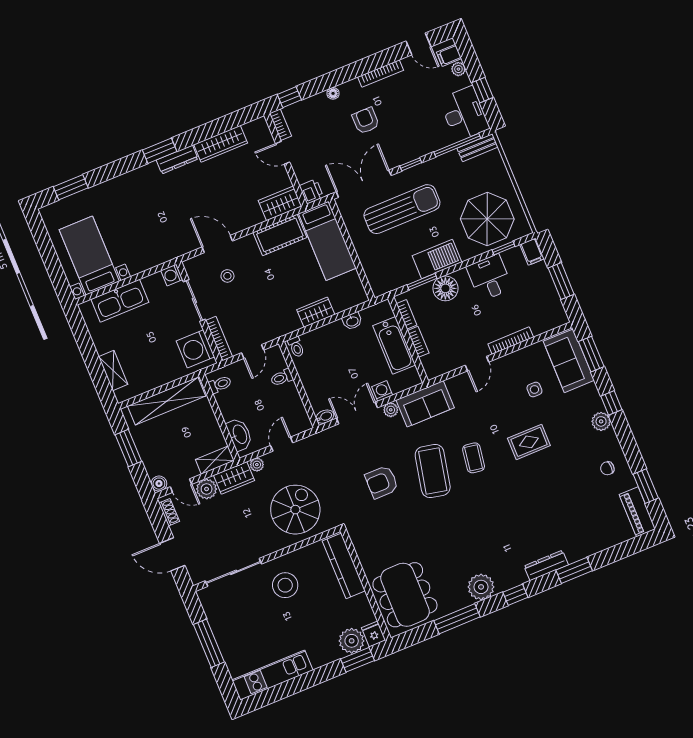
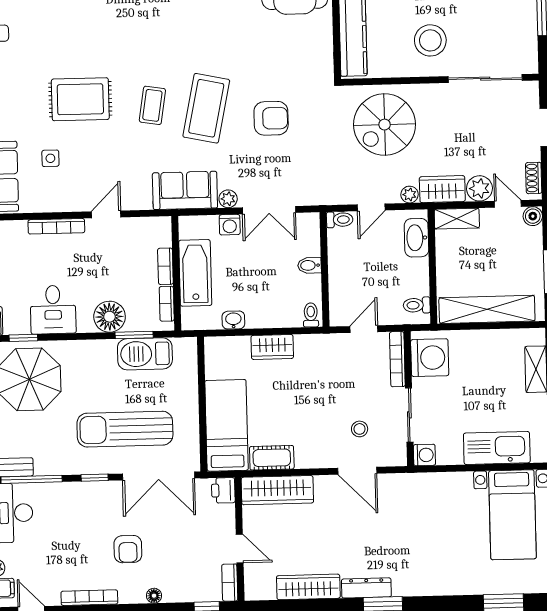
wardrobe: (280, 203) -> (277, 490), width x1.50
cot: (280, 235) -> (272, 458), width x0.73, depth x0.75
barbecue: (437, 259) -> (145, 354), moved
toilet: (282, 378) -> (340, 220), moved
bidet: (325, 417) -> (310, 265), moved
rug: (529, 442) -> (80, 99), width x1.36, depth x1.43

